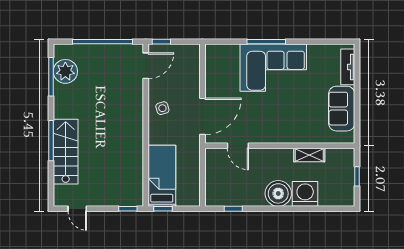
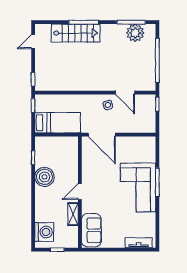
door: (146, 66) -> (125, 93), moved
sofa: (342, 109) -> (91, 230), moved, turned 90
door: (238, 146) -> (80, 192), moved
bed: (162, 176) -> (58, 123), moved
boiler: (278, 193) -> (44, 177), moved
washing machine: (305, 194) -> (44, 232), moved

